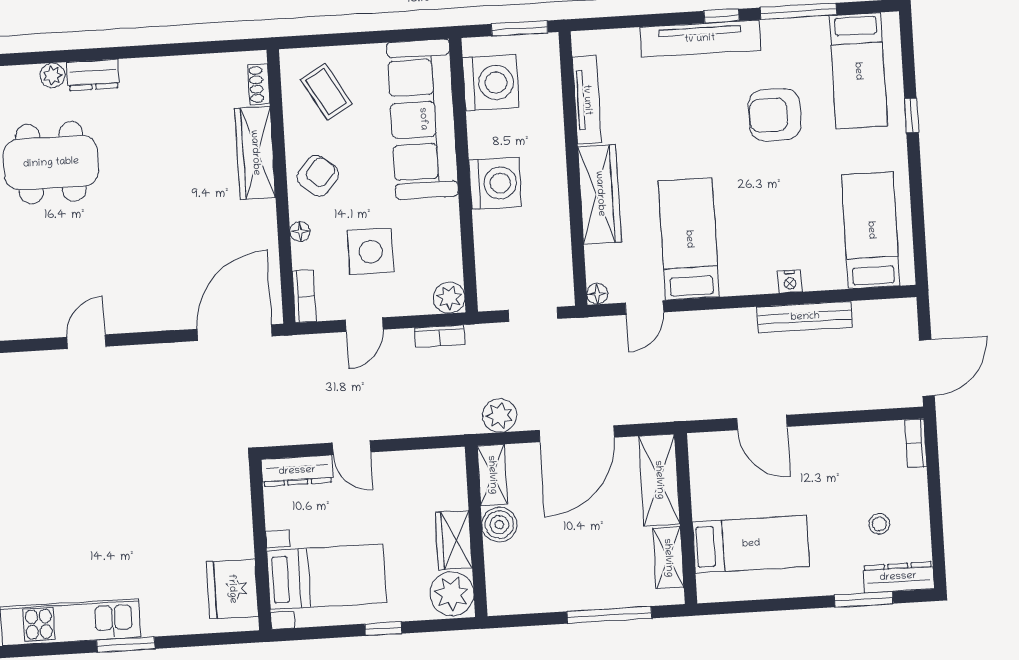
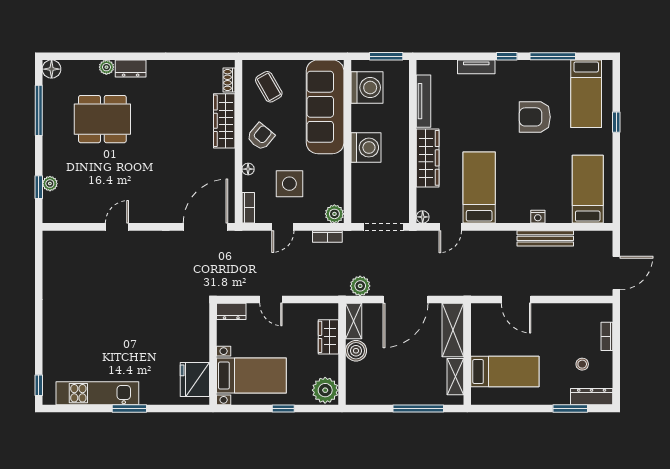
tv unit: (700, 39) -> (476, 67), width x0.52, depth x0.78
doorway: (533, 314) -> (384, 227), width x1.38
bookcase: (916, 443) -> (607, 336), moved
dresser: (297, 471) -> (231, 311), width x0.70
wardrobe: (454, 540) -> (328, 337), moved

